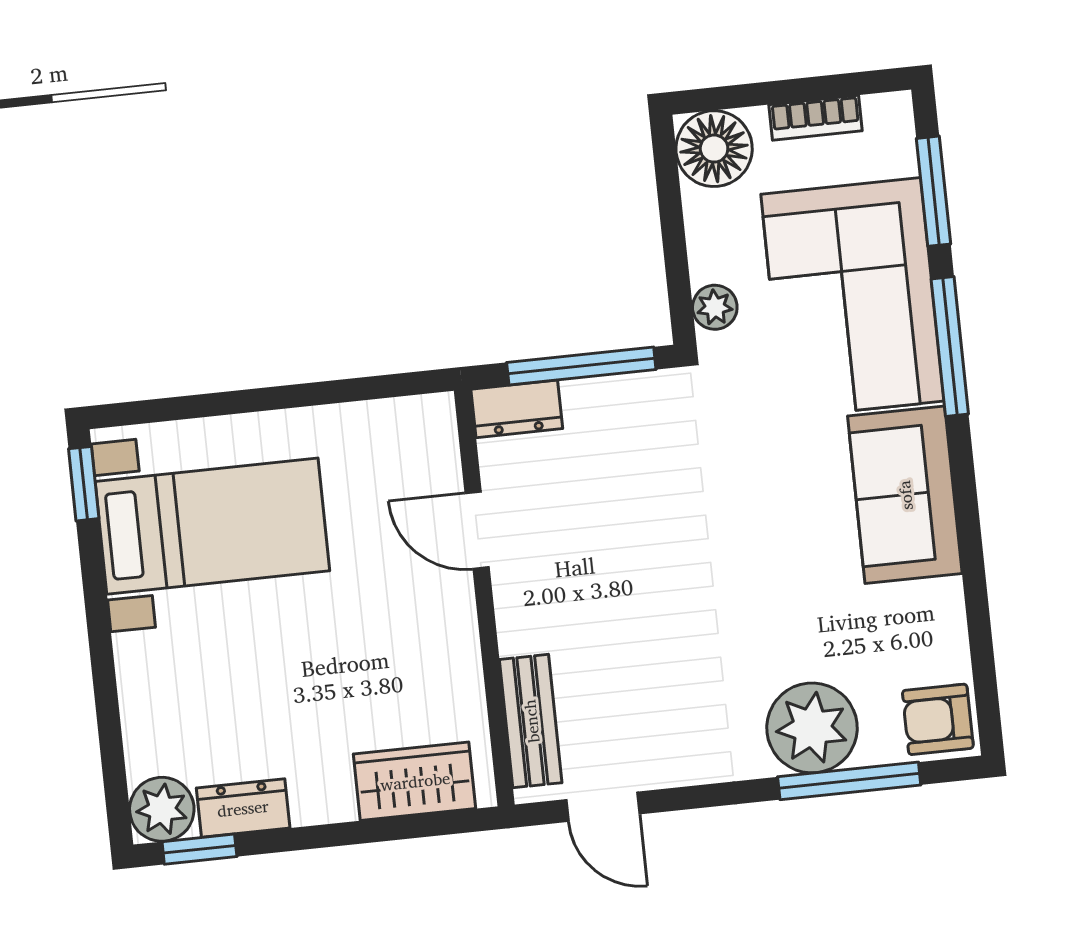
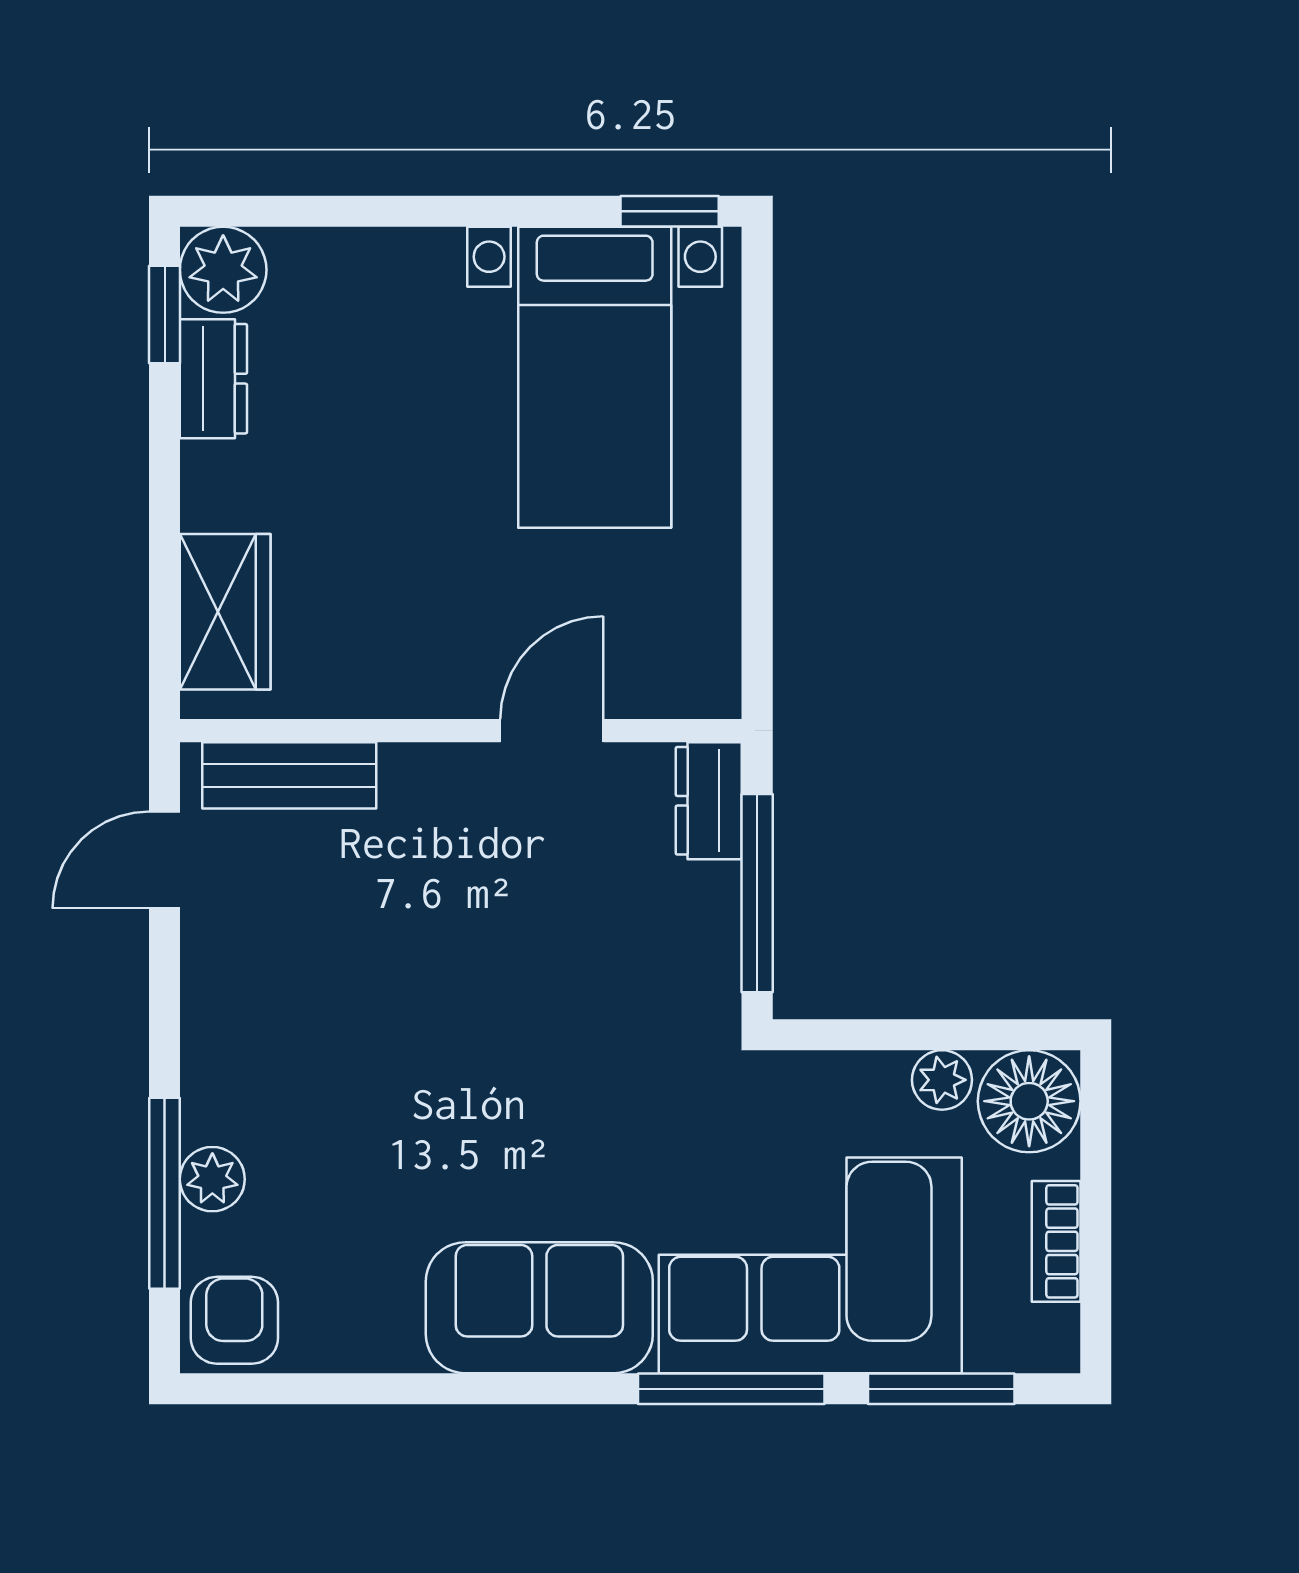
plant: (715, 307) -> (942, 1080), moved
plant: (812, 728) -> (212, 1179), width x0.53, depth x0.53

